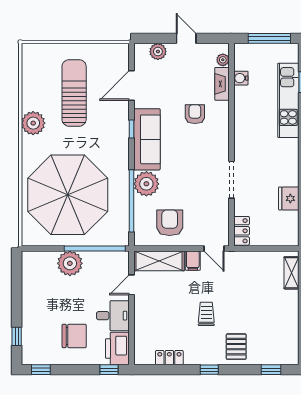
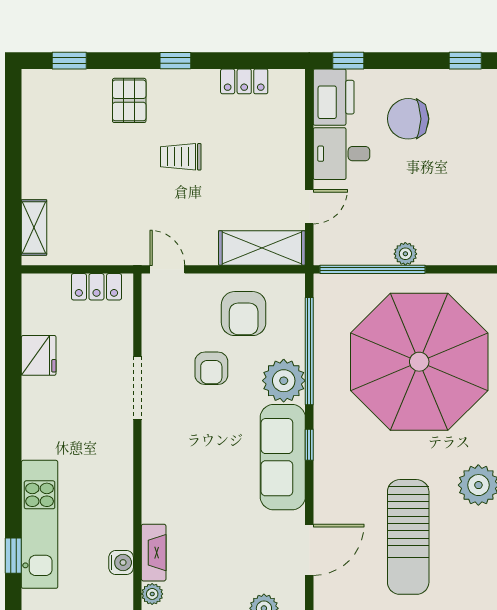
armchair: (195, 114) -> (211, 368), moved
window: (132, 129) -> (309, 445), moved
locker: (242, 231) -> (96, 287), moved, turned -90
filing cabinet: (193, 261) -> (204, 248), removed
plant: (70, 263) -> (405, 254), width x0.53, depth x0.53
trolley: (206, 314) -> (181, 157), turned 90

